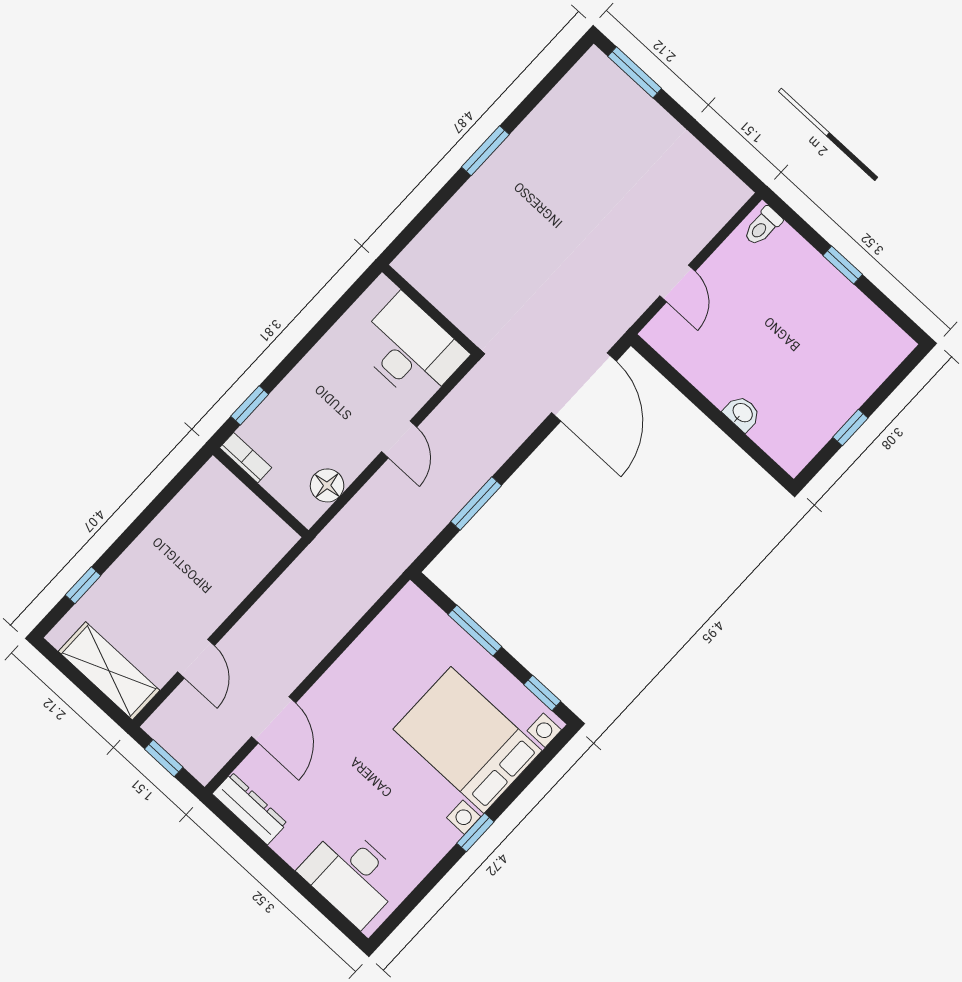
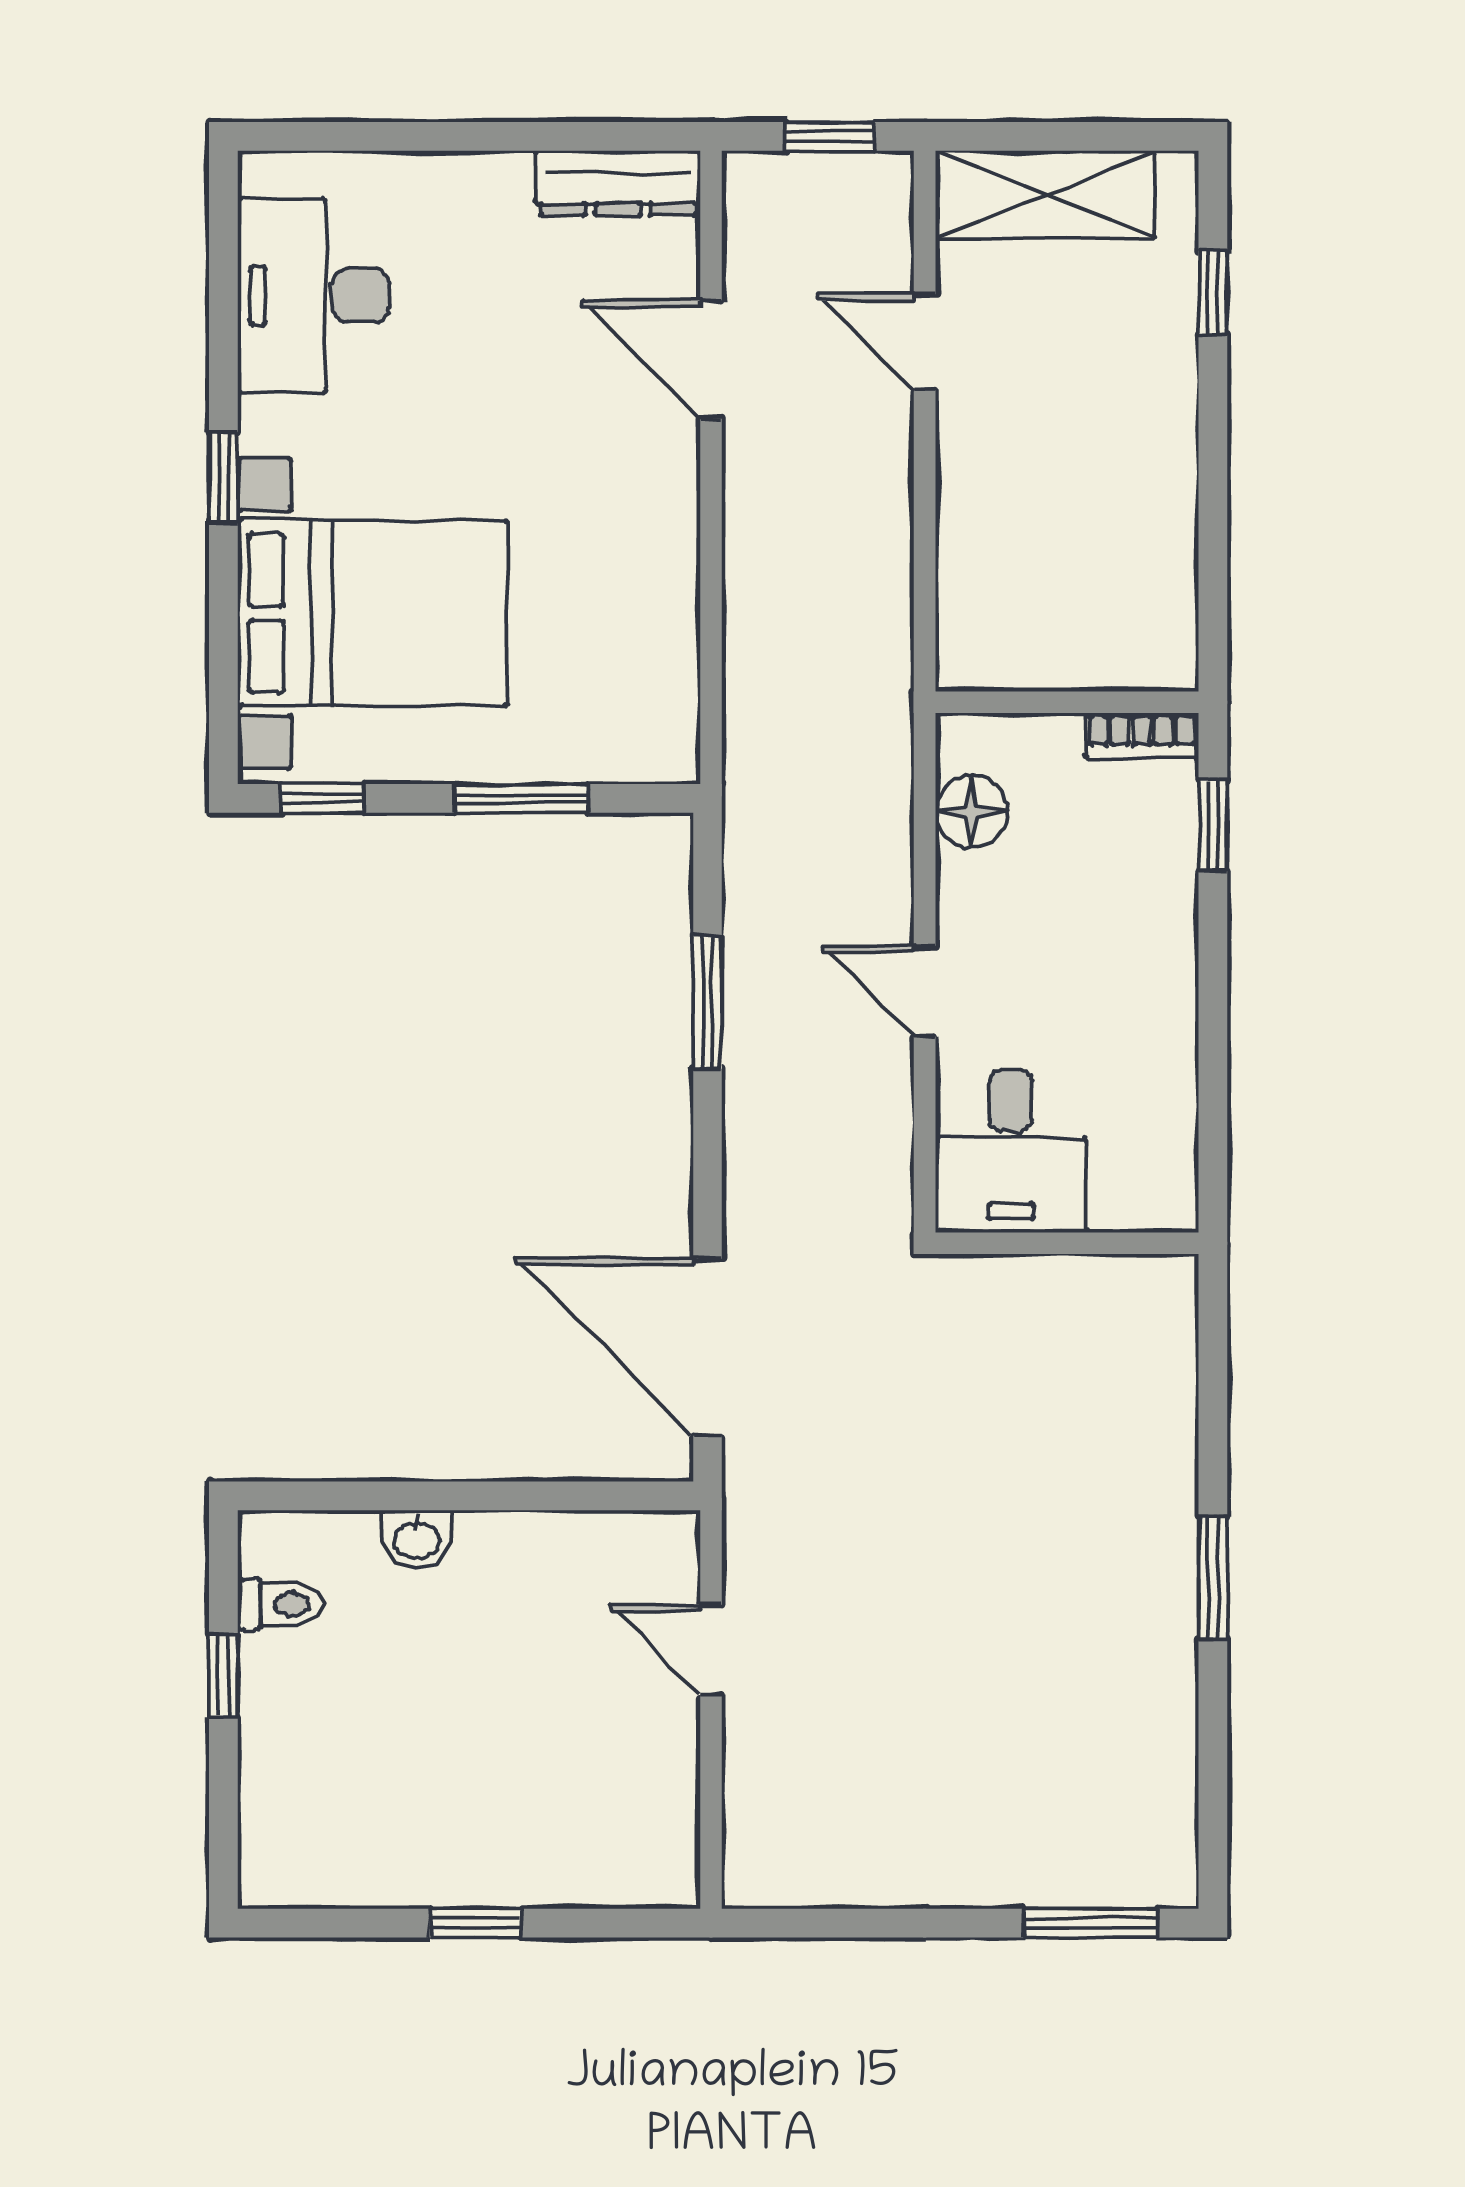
toilet: (763, 226) -> (280, 1604), moved, turned 90
desk: (411, 349) -> (1011, 1151), width x0.73
desk: (352, 875) -> (314, 295), moved, turned -90

